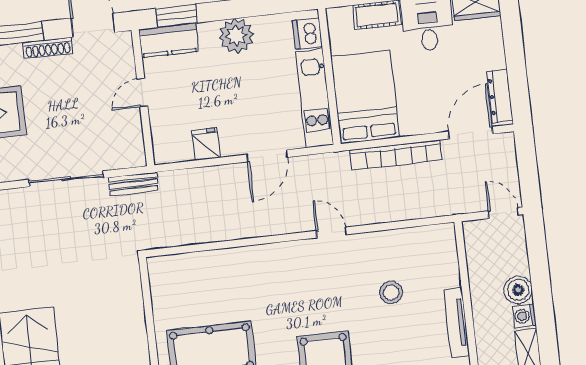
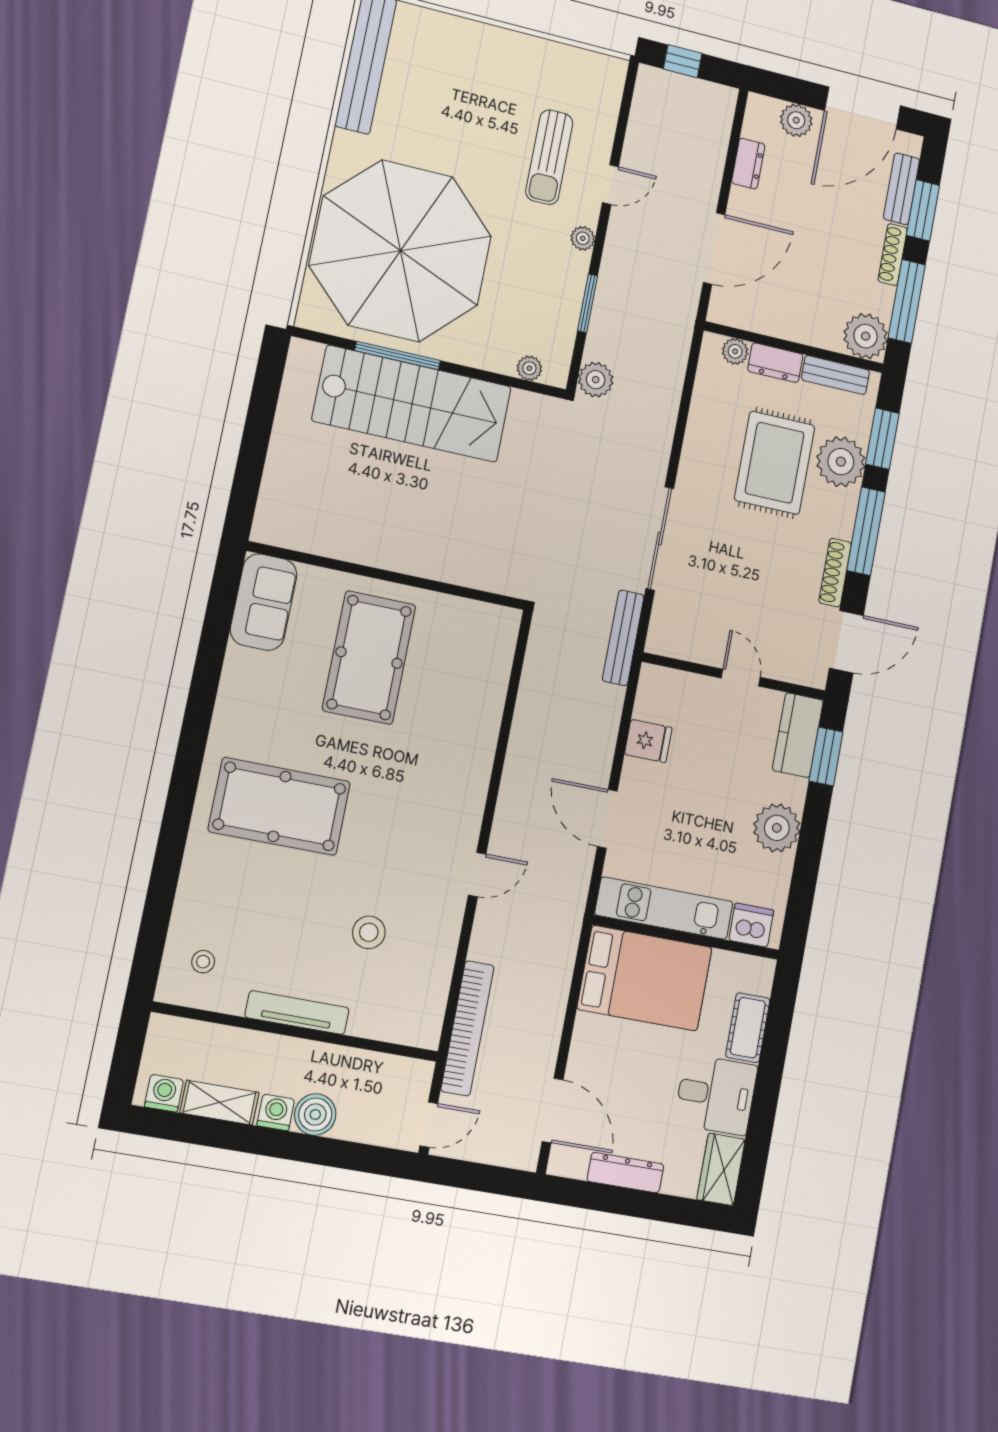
dresser: (500, 96) -> (625, 1173), moved
bookcase: (396, 155) -> (467, 1028), moved, turned 180
bench: (133, 184) -> (623, 638), width x1.36

